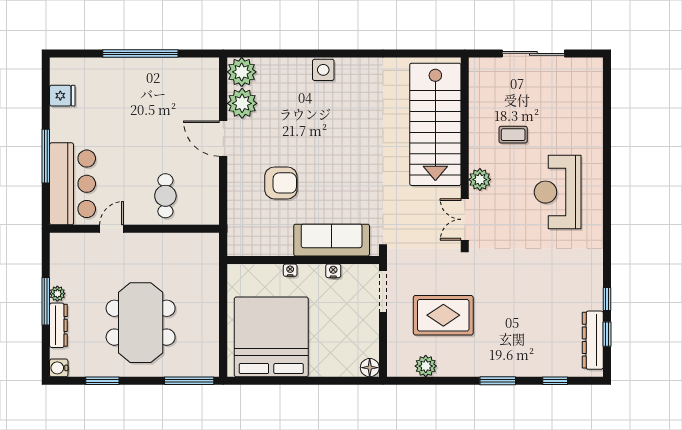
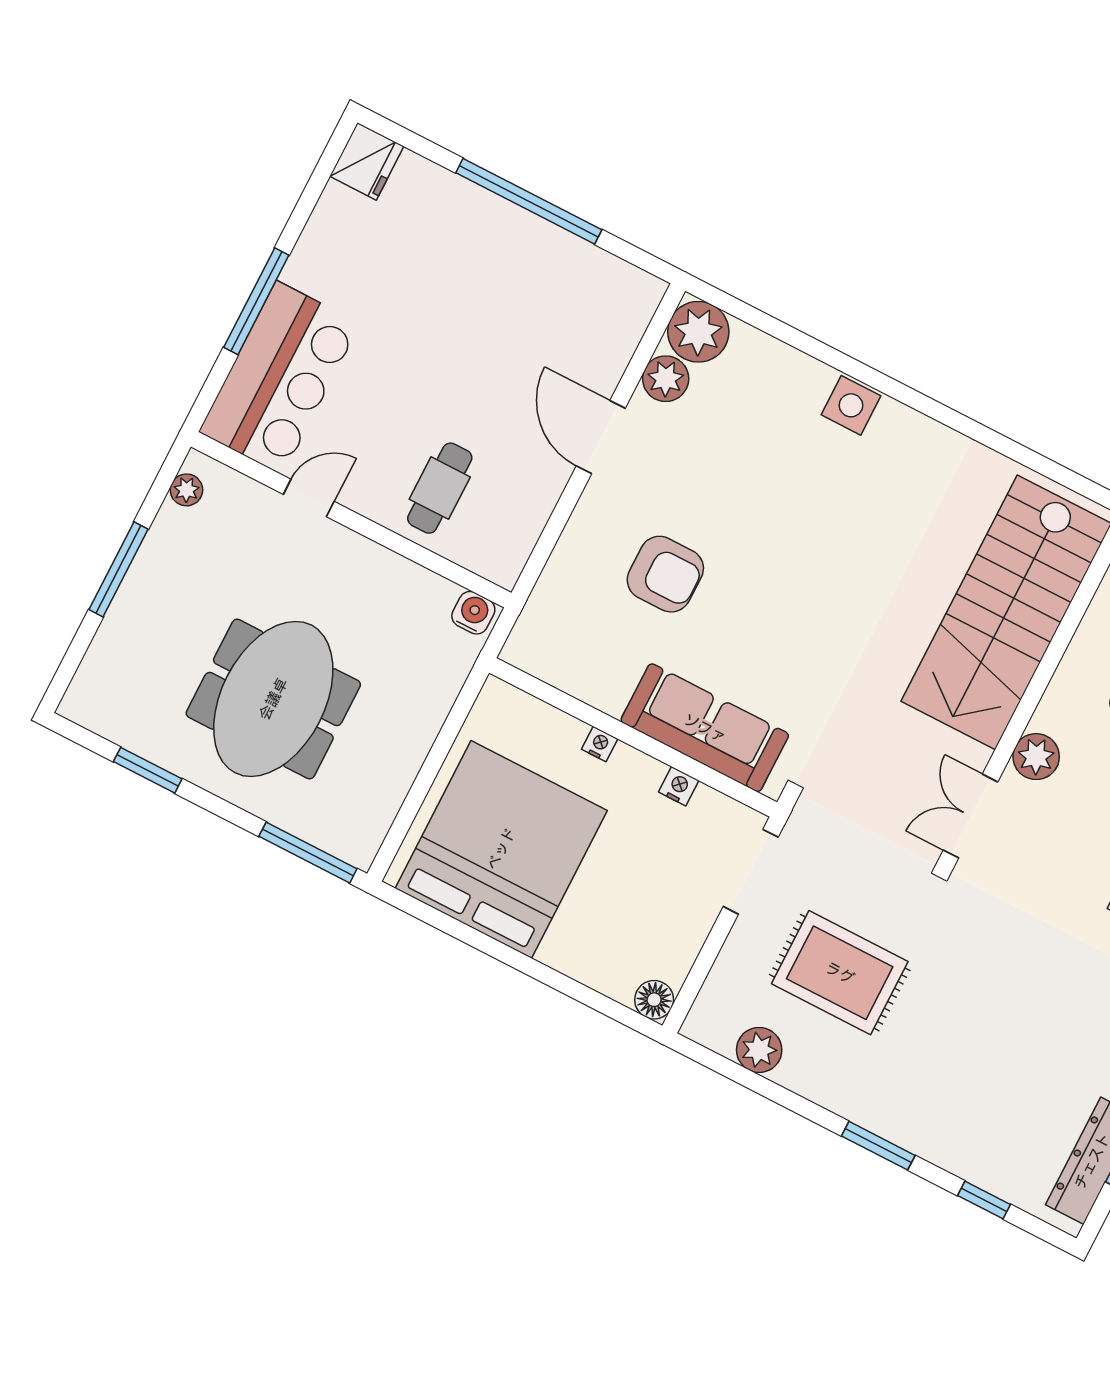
fridge: (62, 96) -> (367, 161), moved, width x1.38
plant: (242, 103) -> (666, 379), width x0.73, depth x0.73
plant: (57, 294) -> (186, 490), moved
dresser: (58, 325) -> (119, 626), removed
water cooler: (59, 368) -> (473, 613), moved, turned 90

